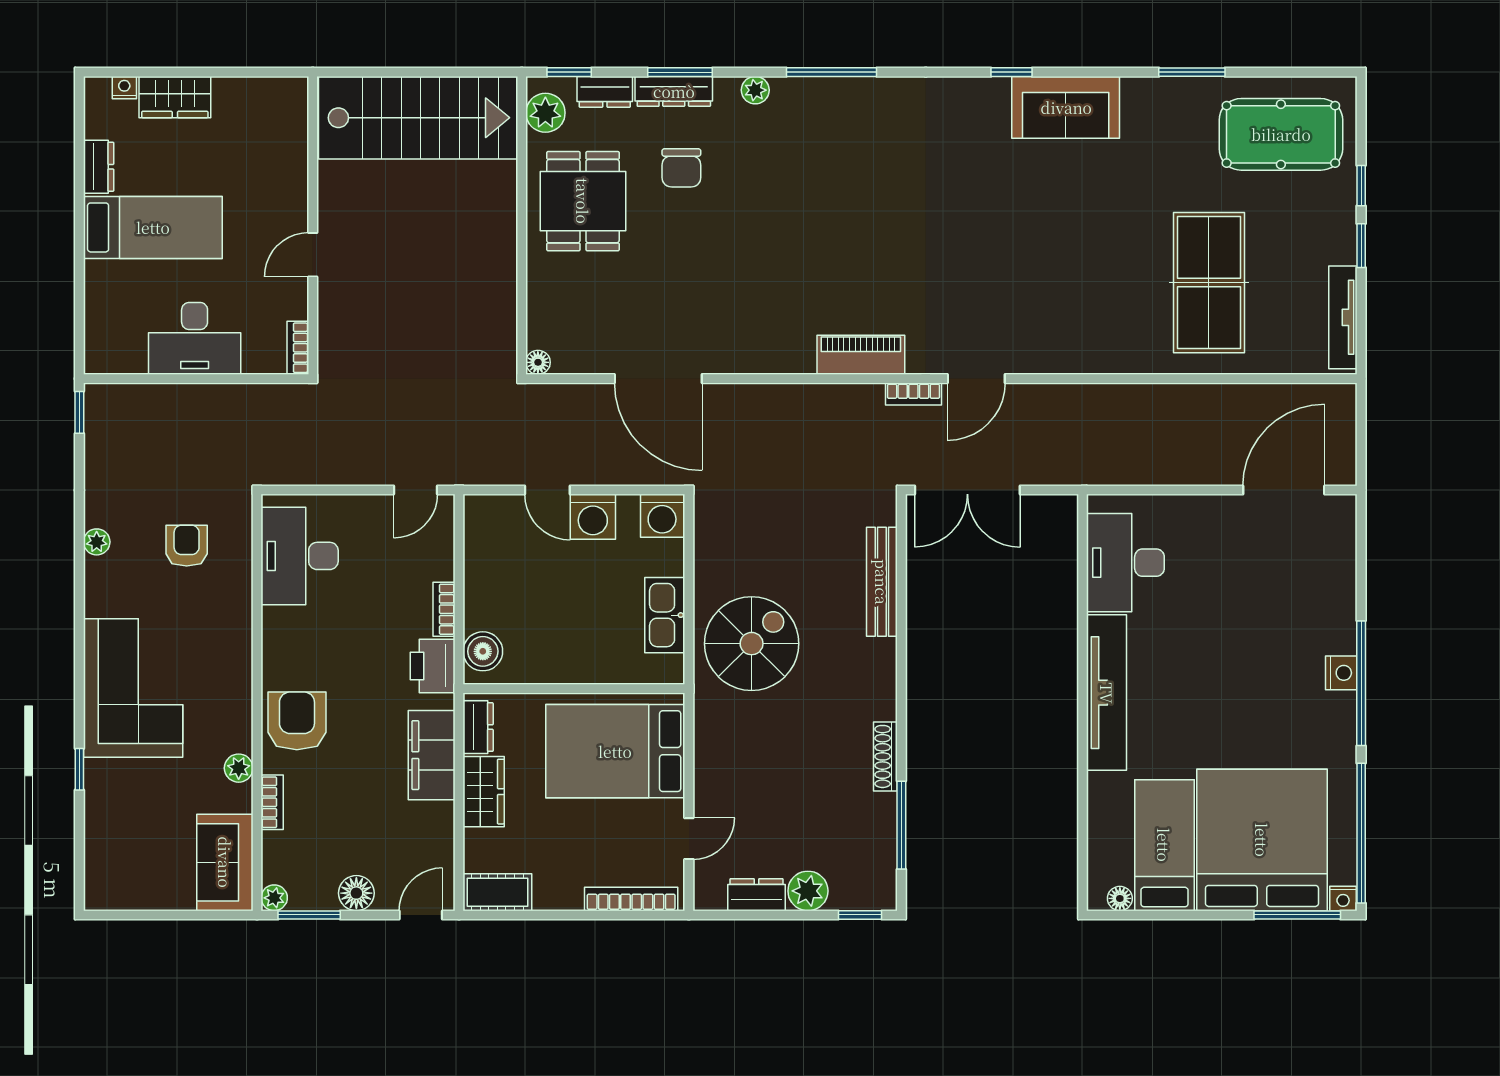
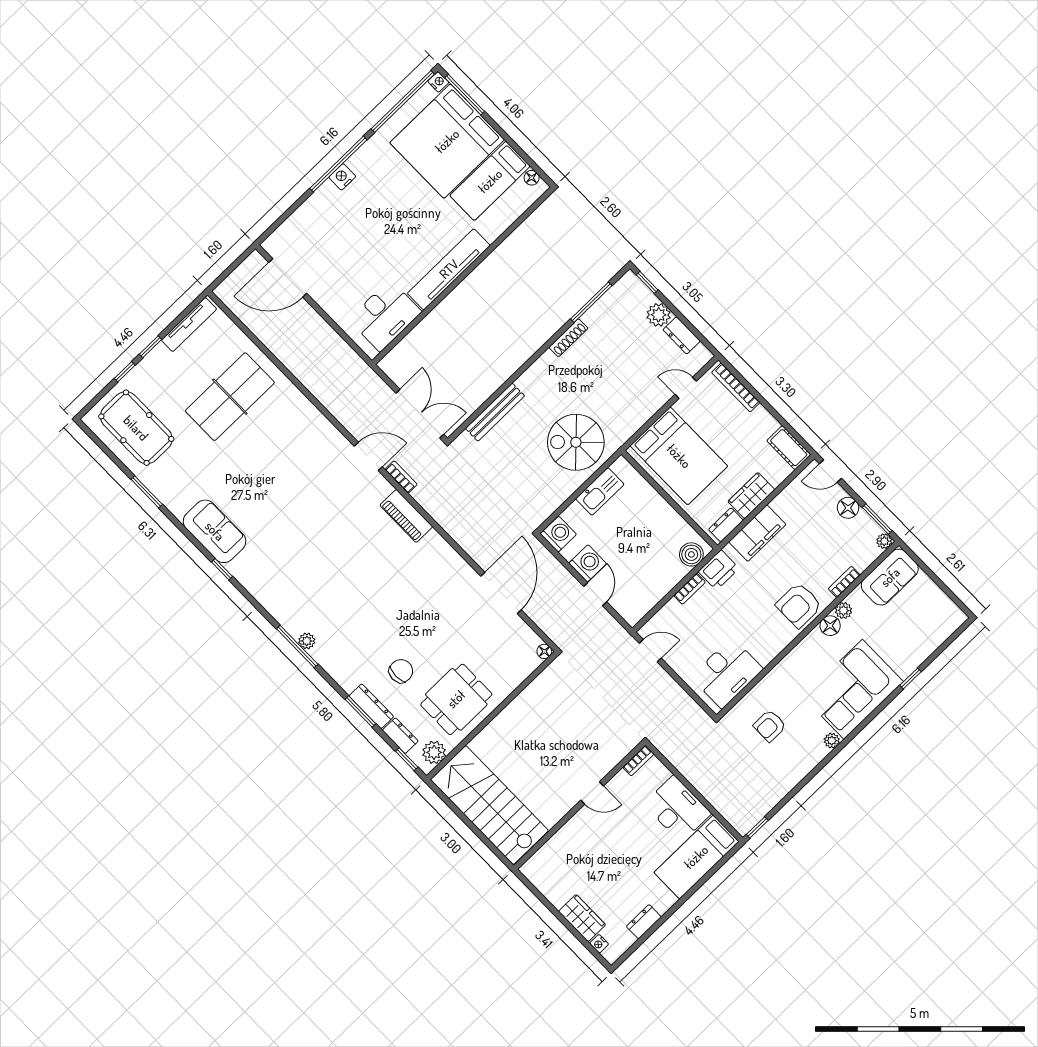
plant: (755, 90) -> (307, 641), moved
bed: (153, 227) -> (696, 857), moved, turned -90
plant: (97, 542) -> (832, 741), moved
floor lamp: (236, 734) -> (830, 626), added

